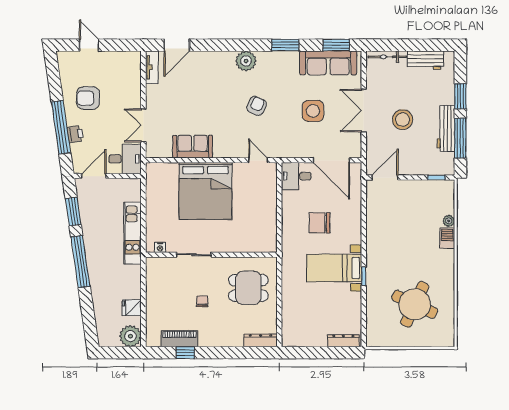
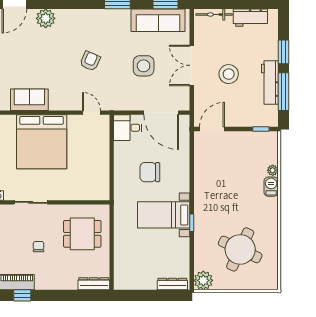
plant: (246, 61) -> (46, 18), moved
plant: (376, 337) -> (203, 280), added

